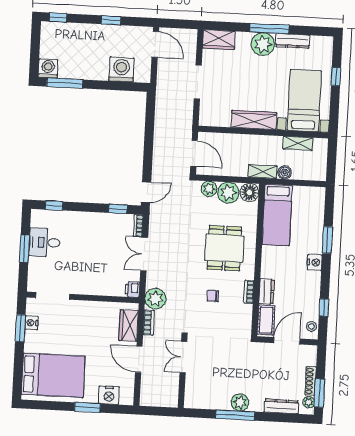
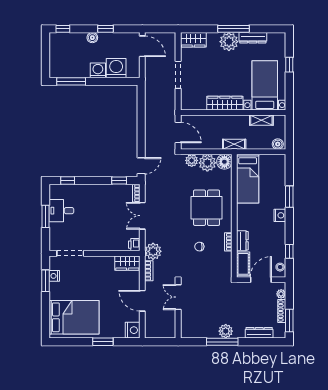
boiler: (94, 30) -> (92, 38), added
washing machine: (48, 68) -> (98, 70), moved
boiler: (285, 172) -> (278, 144), moved
wardrobe: (129, 326) -> (127, 263), moved, turned -90
nightstand: (109, 395) -> (133, 330), moved, turned -90
plant: (309, 402) -> (281, 294), moved

